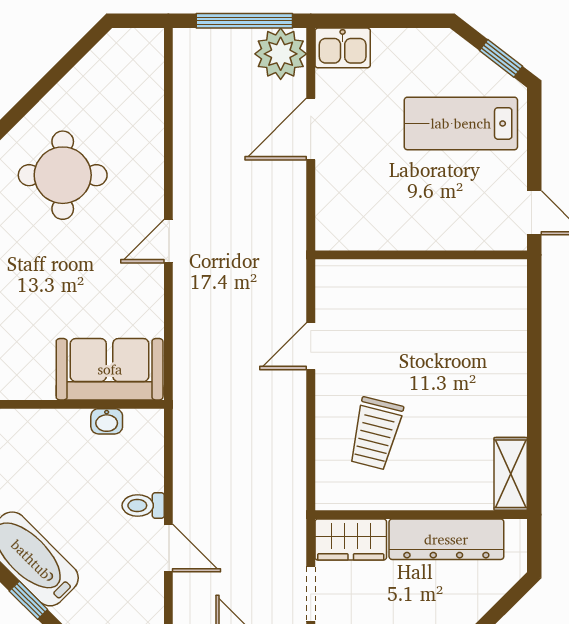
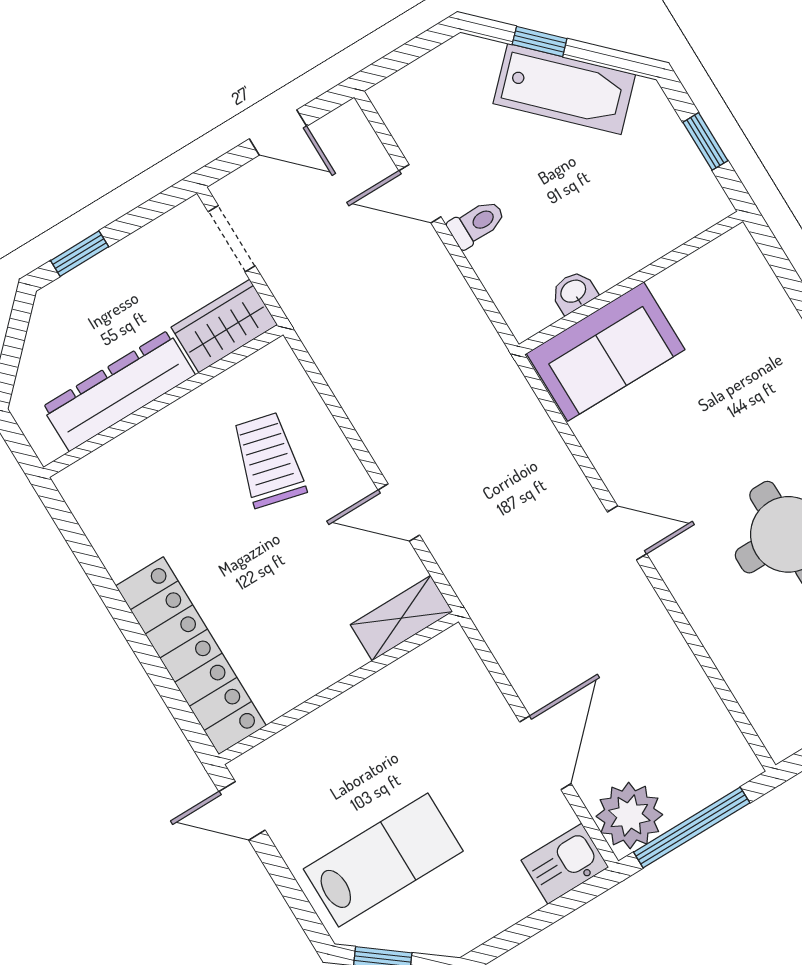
door: (168, 241) -> (627, 533), hinge flipped
locker: (505, 336) -> (191, 656), added
door: (311, 346) -> (399, 513), swing flipped
shelving: (511, 474) -> (401, 618), moved, turned 90

